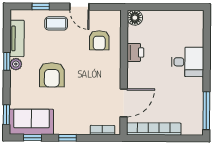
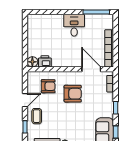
printer: (135, 52) -> (45, 61), moved
desk: (188, 62) -> (74, 25), moved
armchair: (52, 75) -> (73, 94), moved

